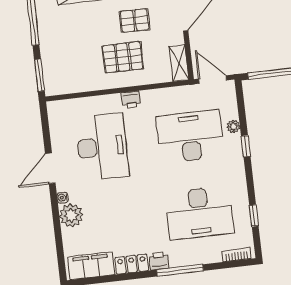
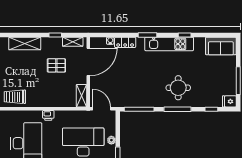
pallet: (123, 57) -> (46, 88), removed
trolley: (76, 77) -> (15, 97), added

